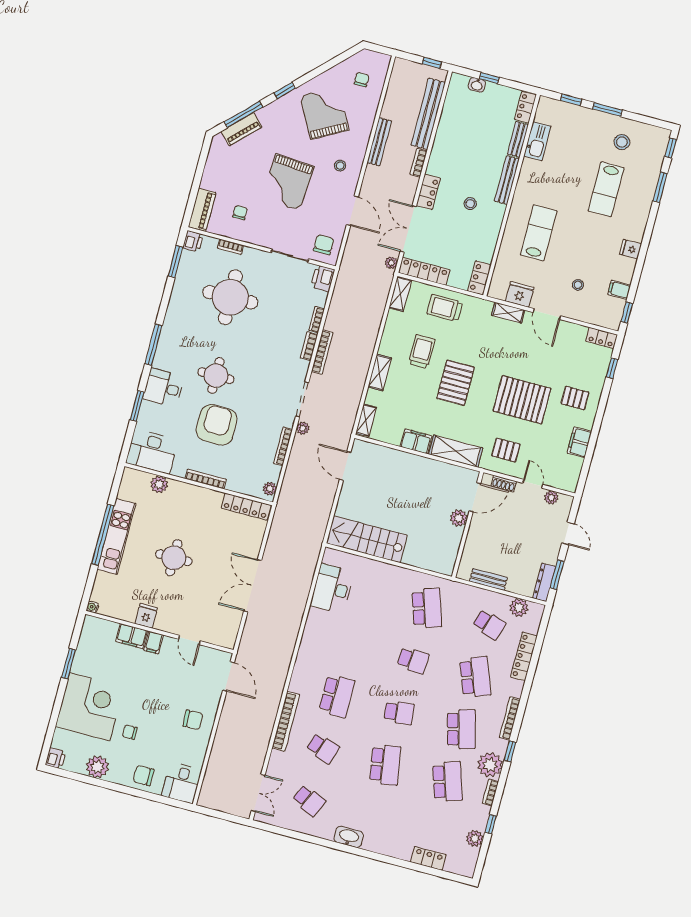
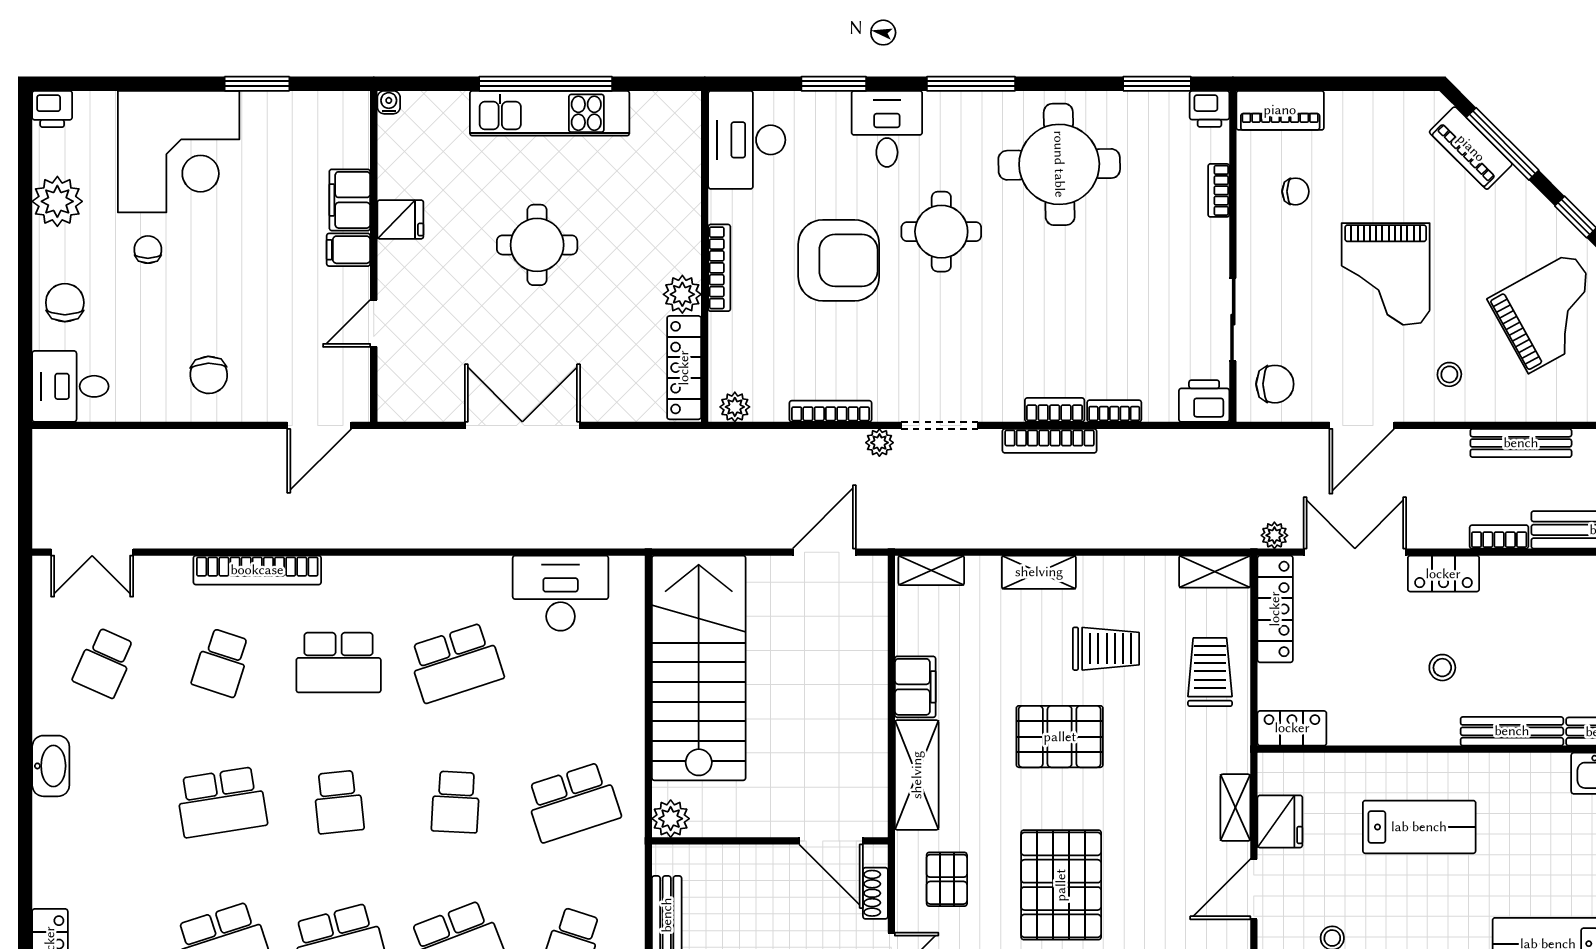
grand piano: (288, 182) -> (1386, 274), turned -94
round table: (230, 297) -> (1059, 164), moved
plant: (159, 484) -> (682, 294), moved
plant: (459, 518) -> (671, 819), moved
stairs: (367, 539) -> (699, 668), width x1.36, depth x1.51
school desk: (351, 644) -> (456, 663), added

